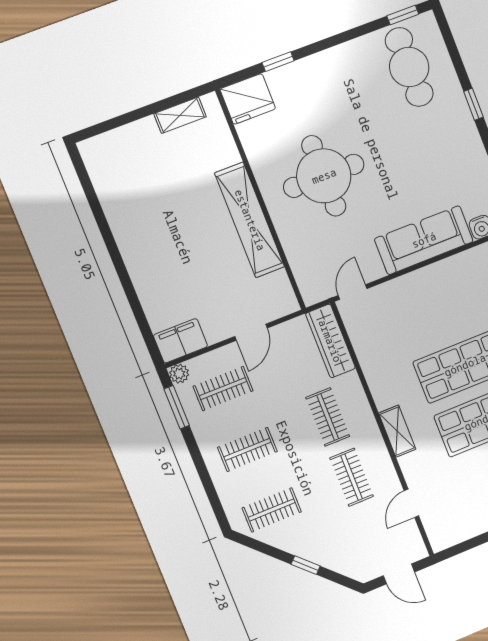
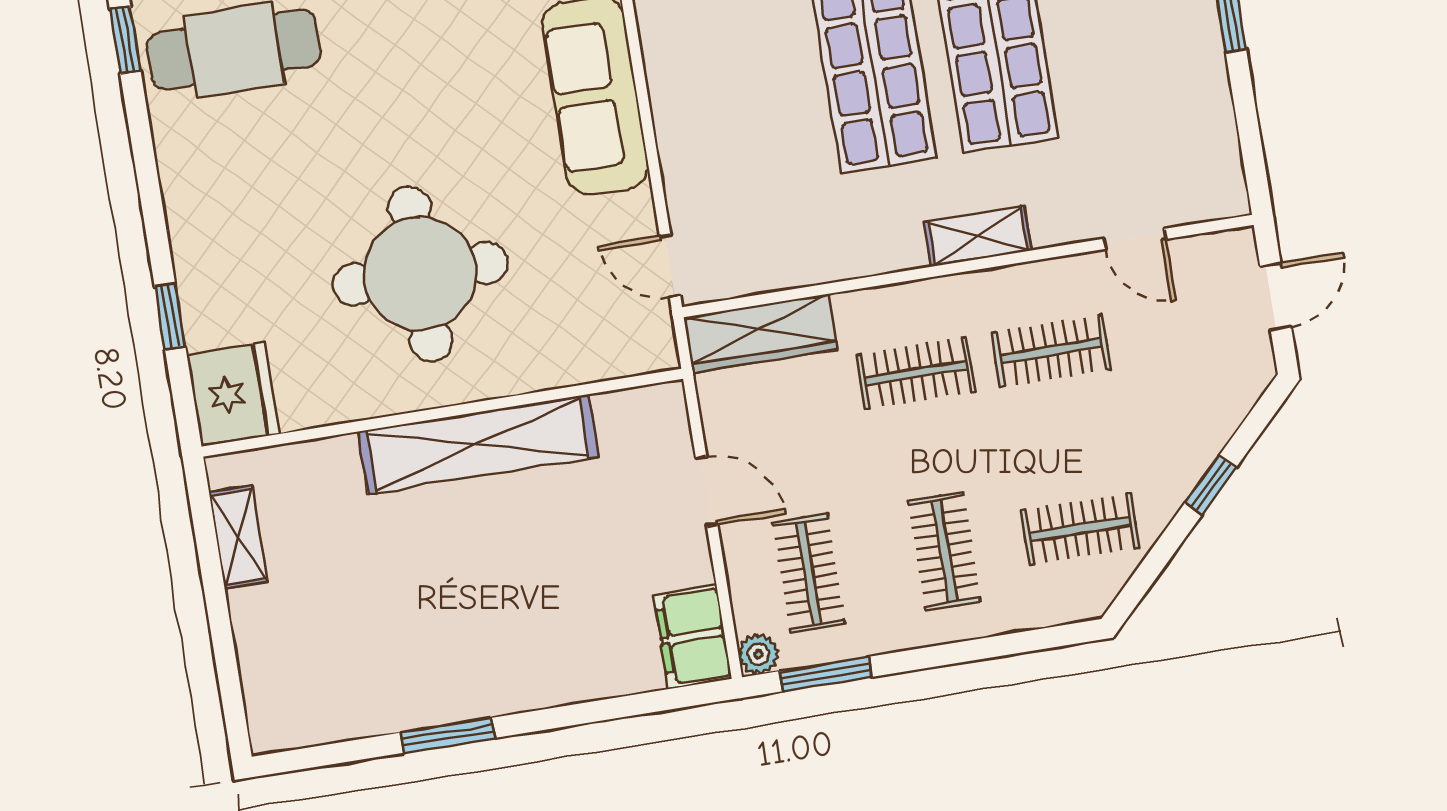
window: (107, 235) -> (448, 735), added
clothes rail: (272, 510) -> (1080, 529), turned 90

